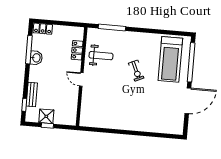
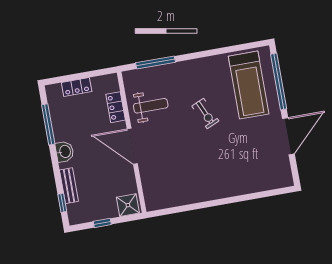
locker: (43, 29) -> (77, 87), moved
washbasin: (36, 58) -> (65, 152), moved
door: (81, 79) -> (132, 146), width x1.88
shower: (46, 116) -> (128, 205), moved

